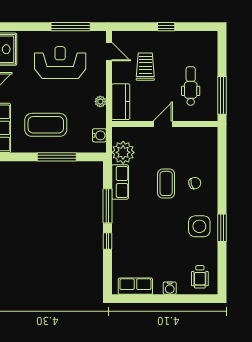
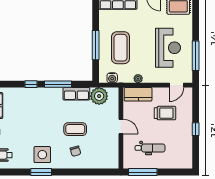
coffee table: (46, 125) -> (121, 48), moved

